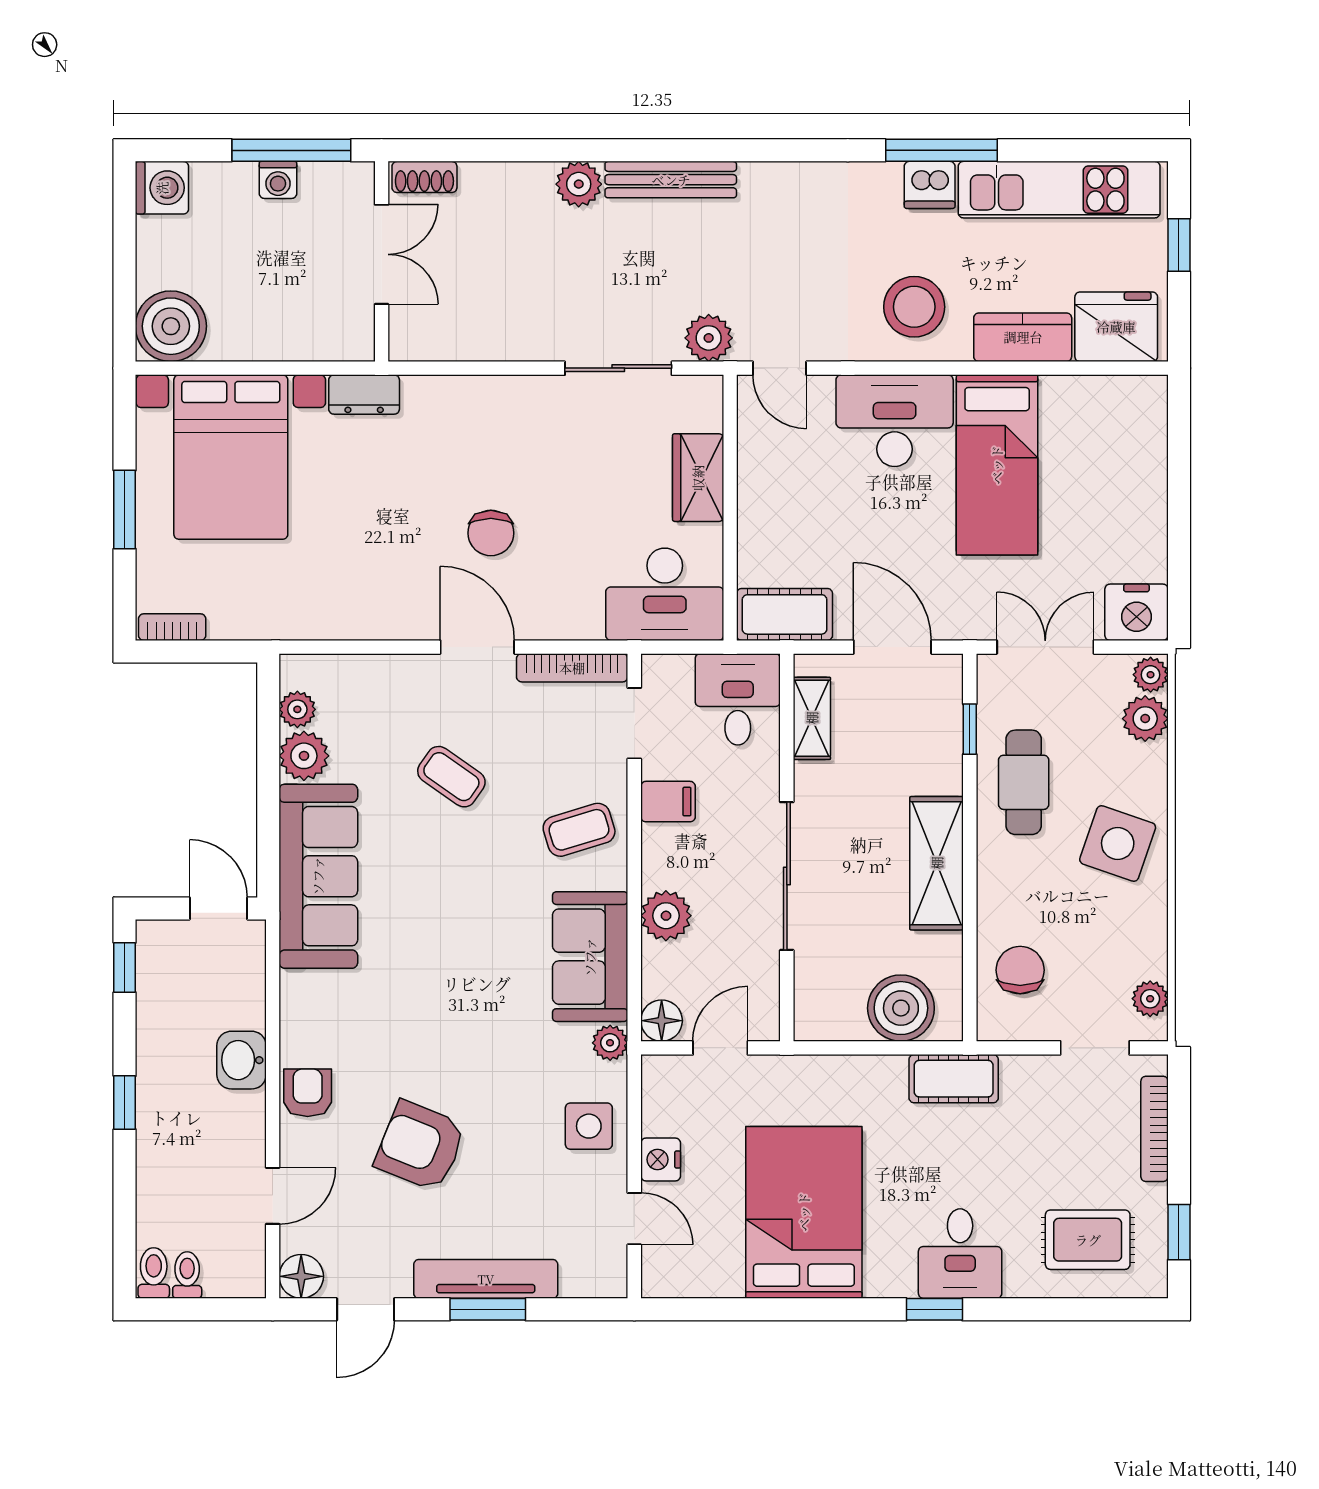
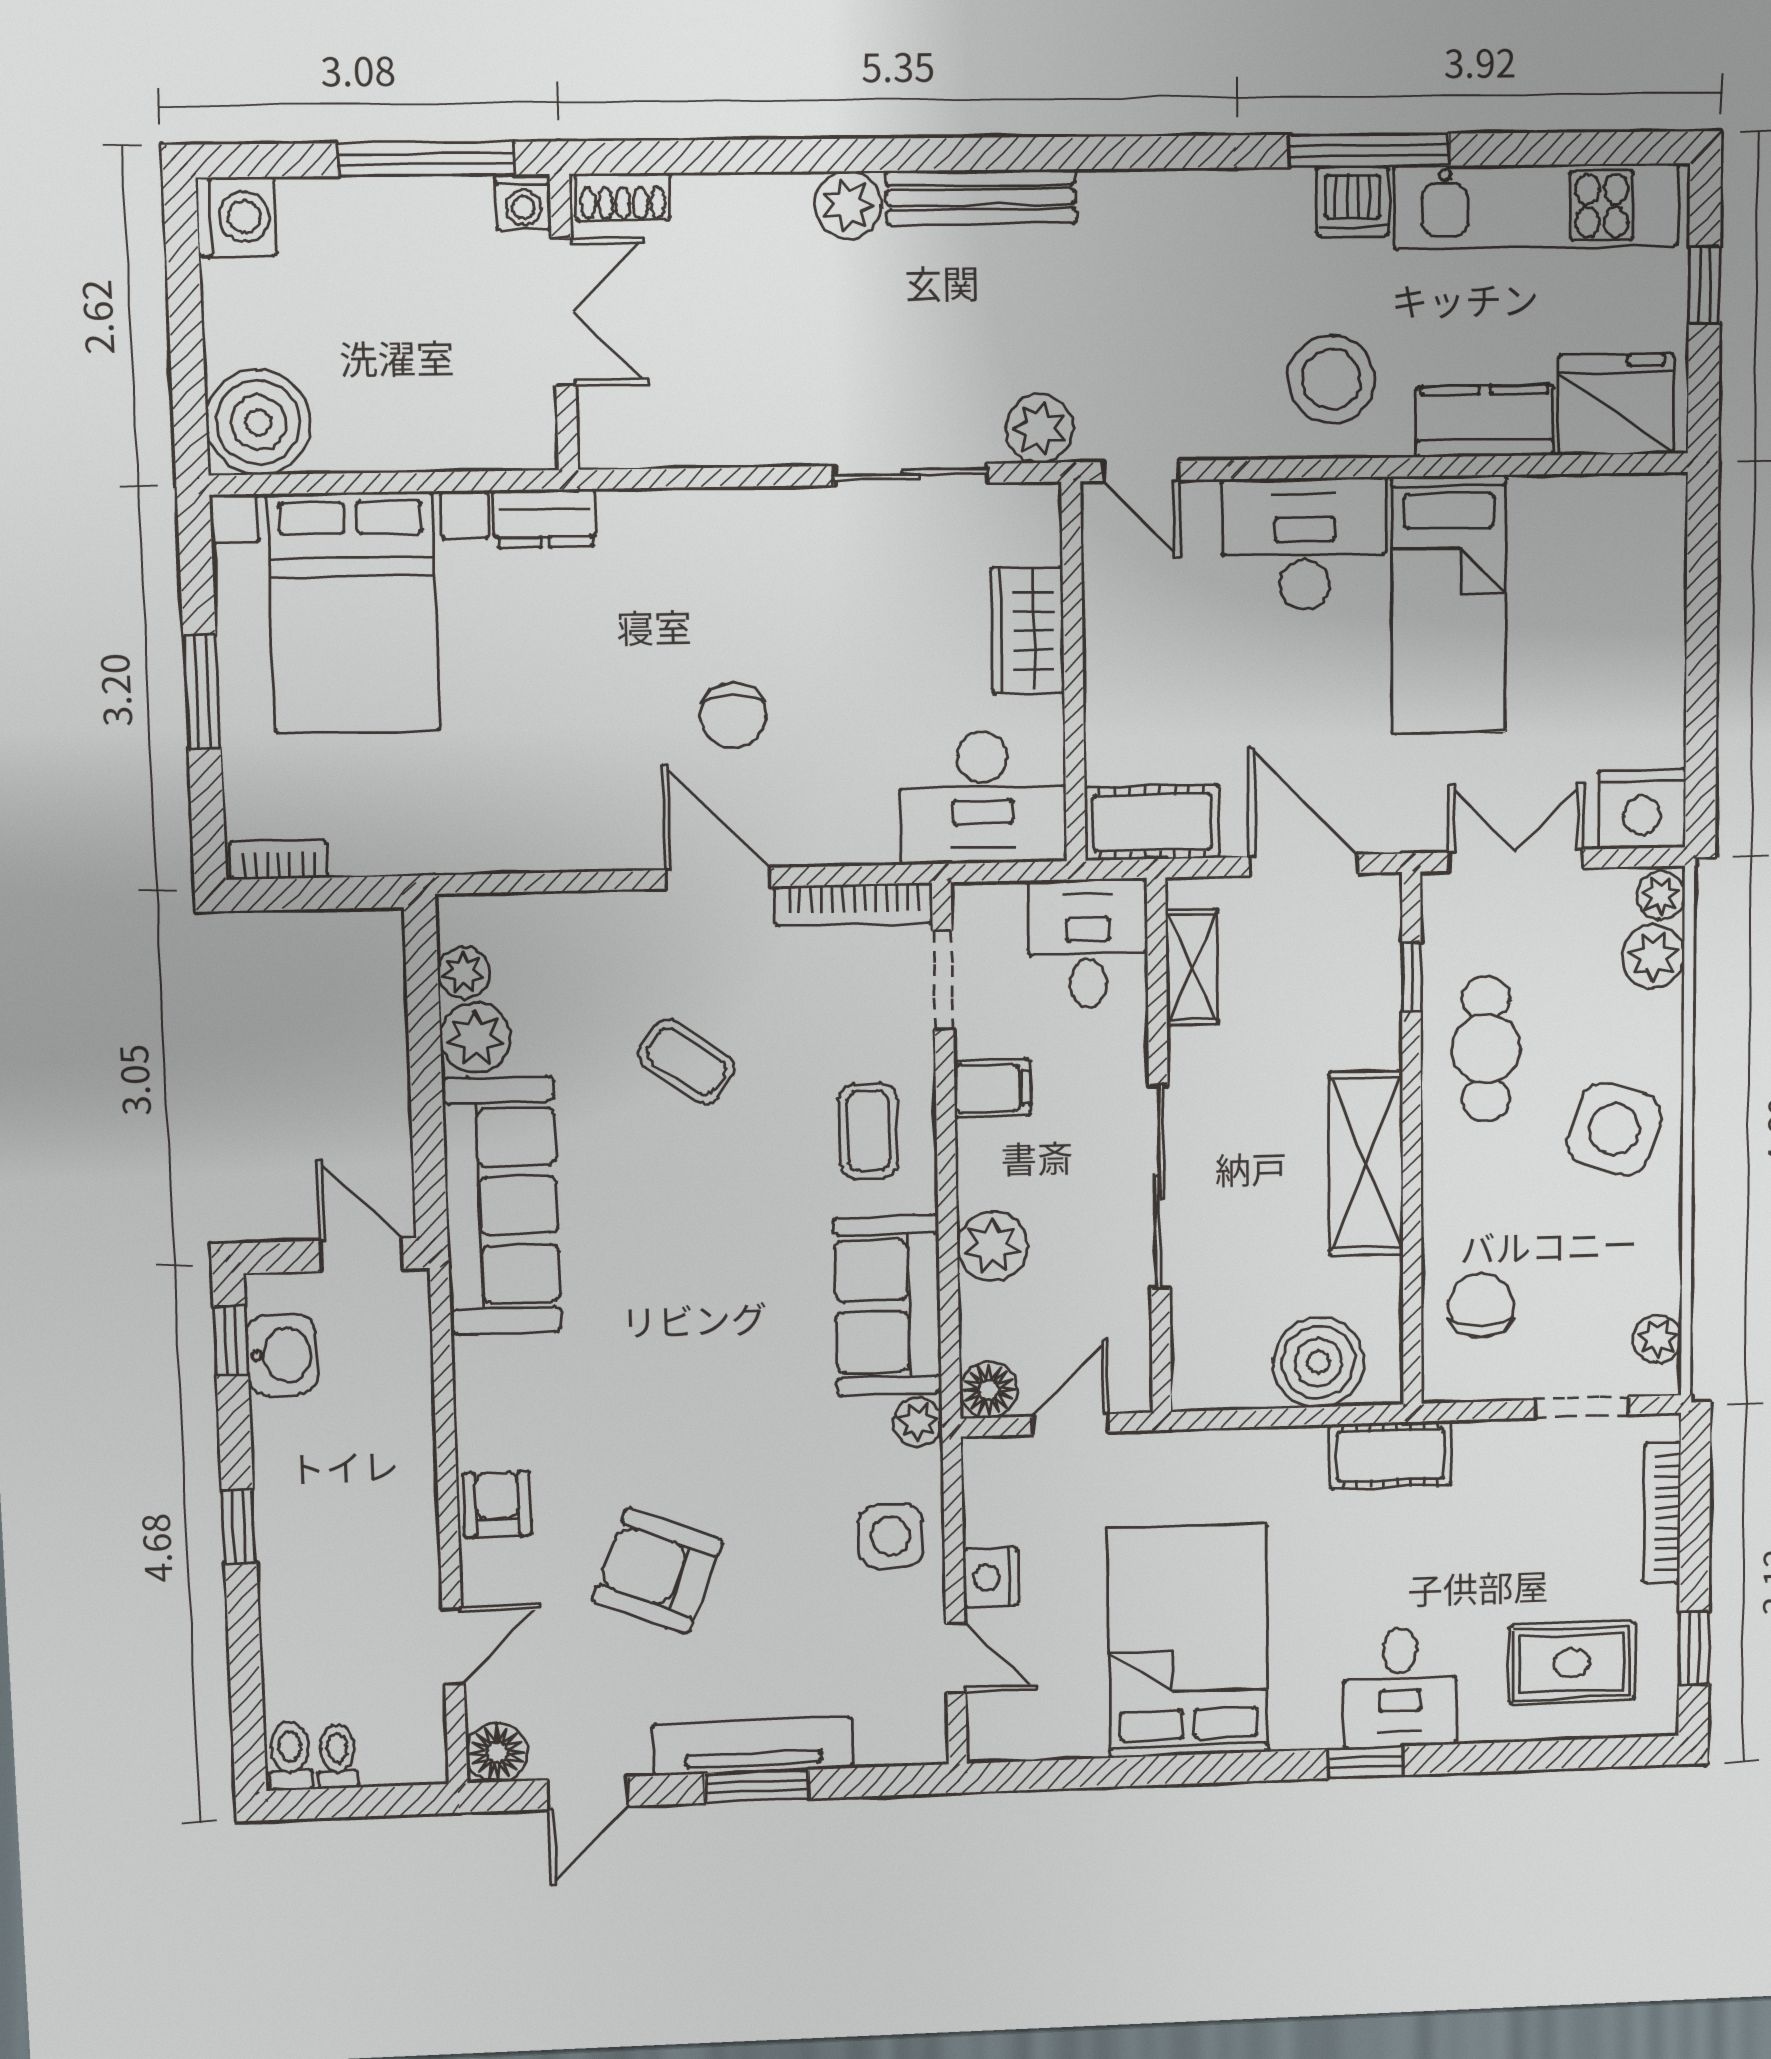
washing machine: (278, 180) -> (523, 202), moved
coffee table: (579, 830) -> (868, 1131), turned -73
washbasin: (242, 1060) -> (282, 1355), moved, turned 180

